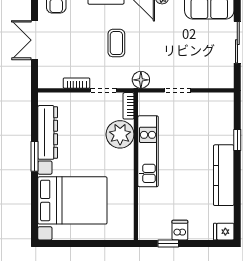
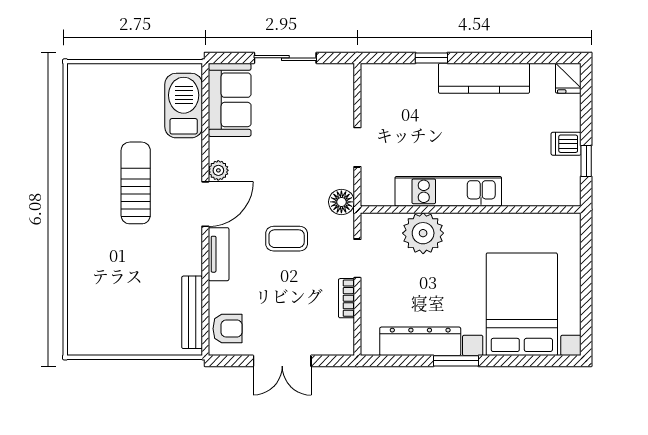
bookcase: (129, 106) -> (380, 220), removed

